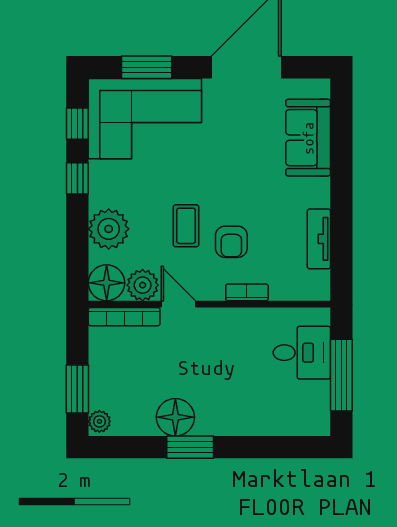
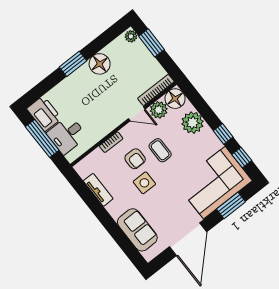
side table: (245, 197) -> (144, 183), added
armchair: (231, 242) -> (135, 159), turned 180
printer: (311, 409) -> (44, 114), added
window: (190, 447) -> (73, 64), moved

